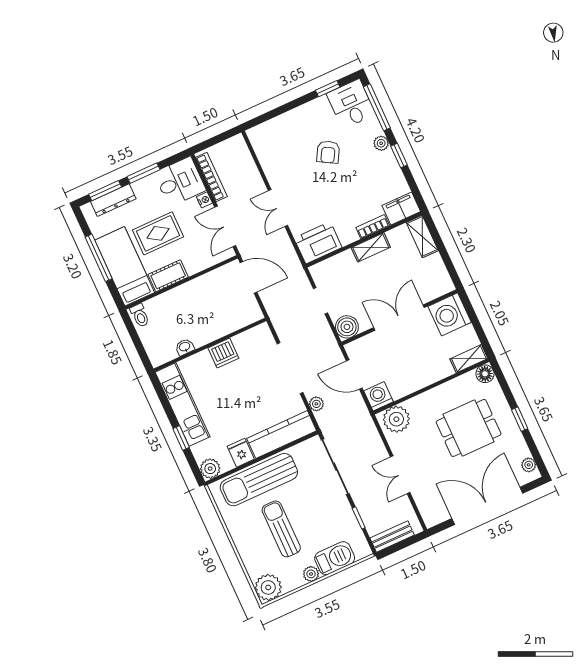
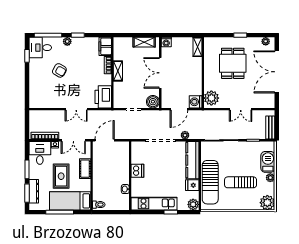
shelving: (422, 236) -> (144, 42), moved
cot: (168, 276) -> (85, 169), moved
washing machine: (450, 314) -> (166, 42), width x0.53, depth x0.53
floor lamp: (485, 374) -> (209, 42), removed

